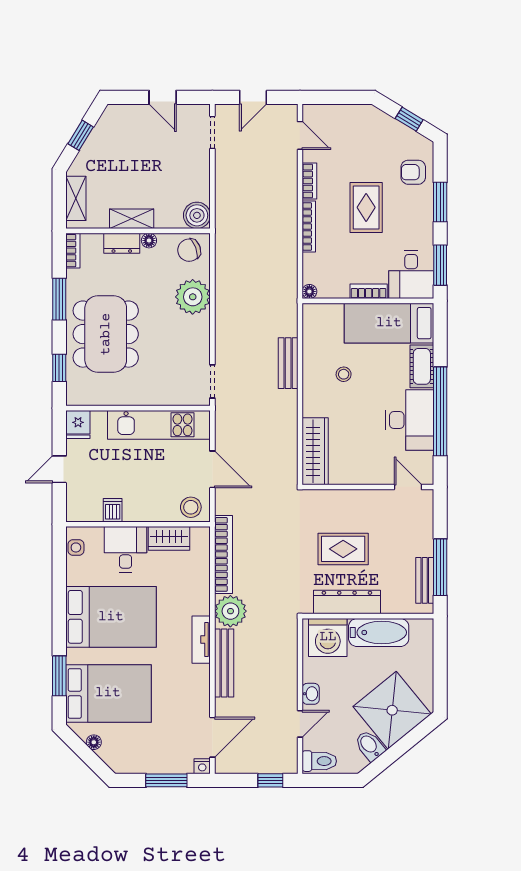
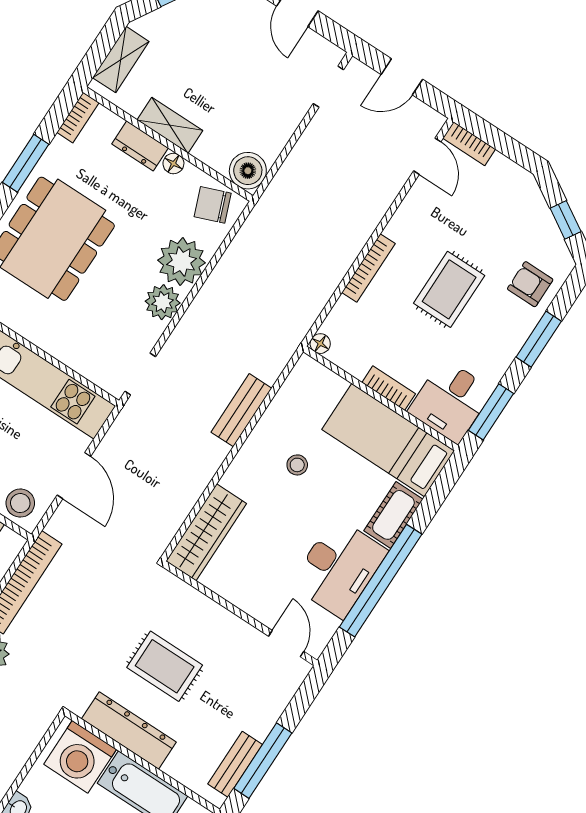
bookcase: (309, 181) -> (469, 144), moved, turned 90
plant: (197, 329) -> (163, 302), added

